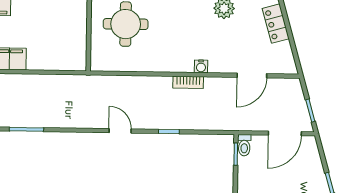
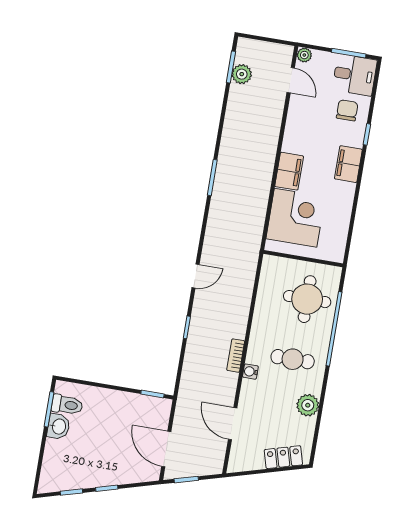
cafe table: (183, 29) -> (293, 359), added
corner desk: (52, 46) -> (296, 218), added
toilet: (244, 145) -> (160, 404), removed

